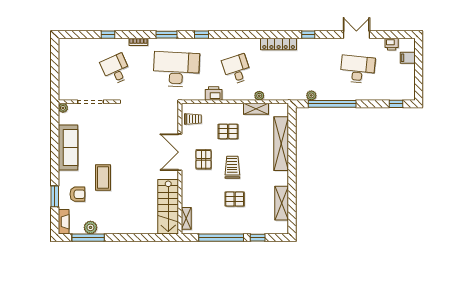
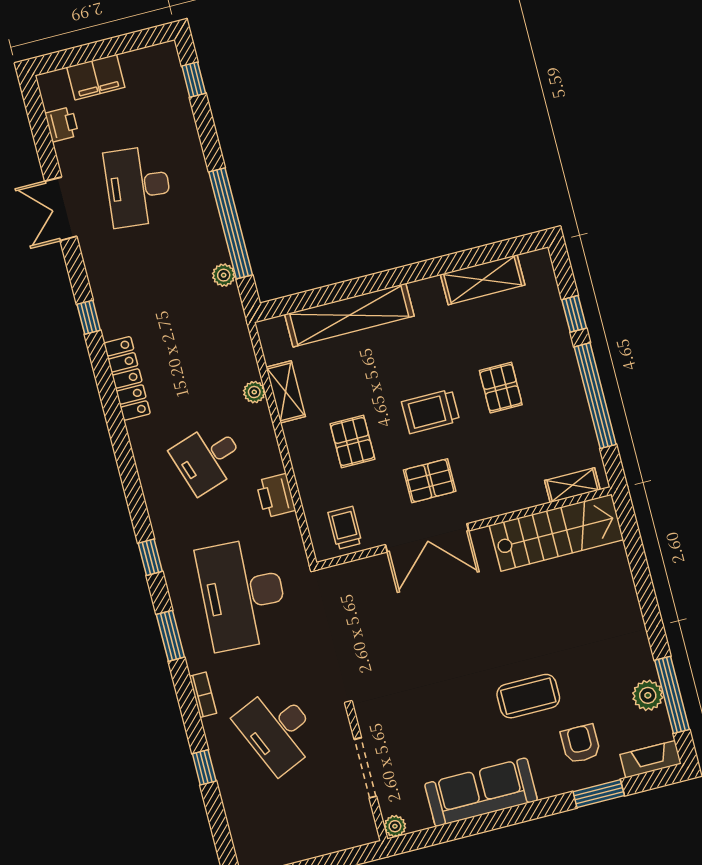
filing cabinet: (408, 58) -> (96, 77), width x2.00
desk: (116, 69) -> (278, 730), width x1.37

